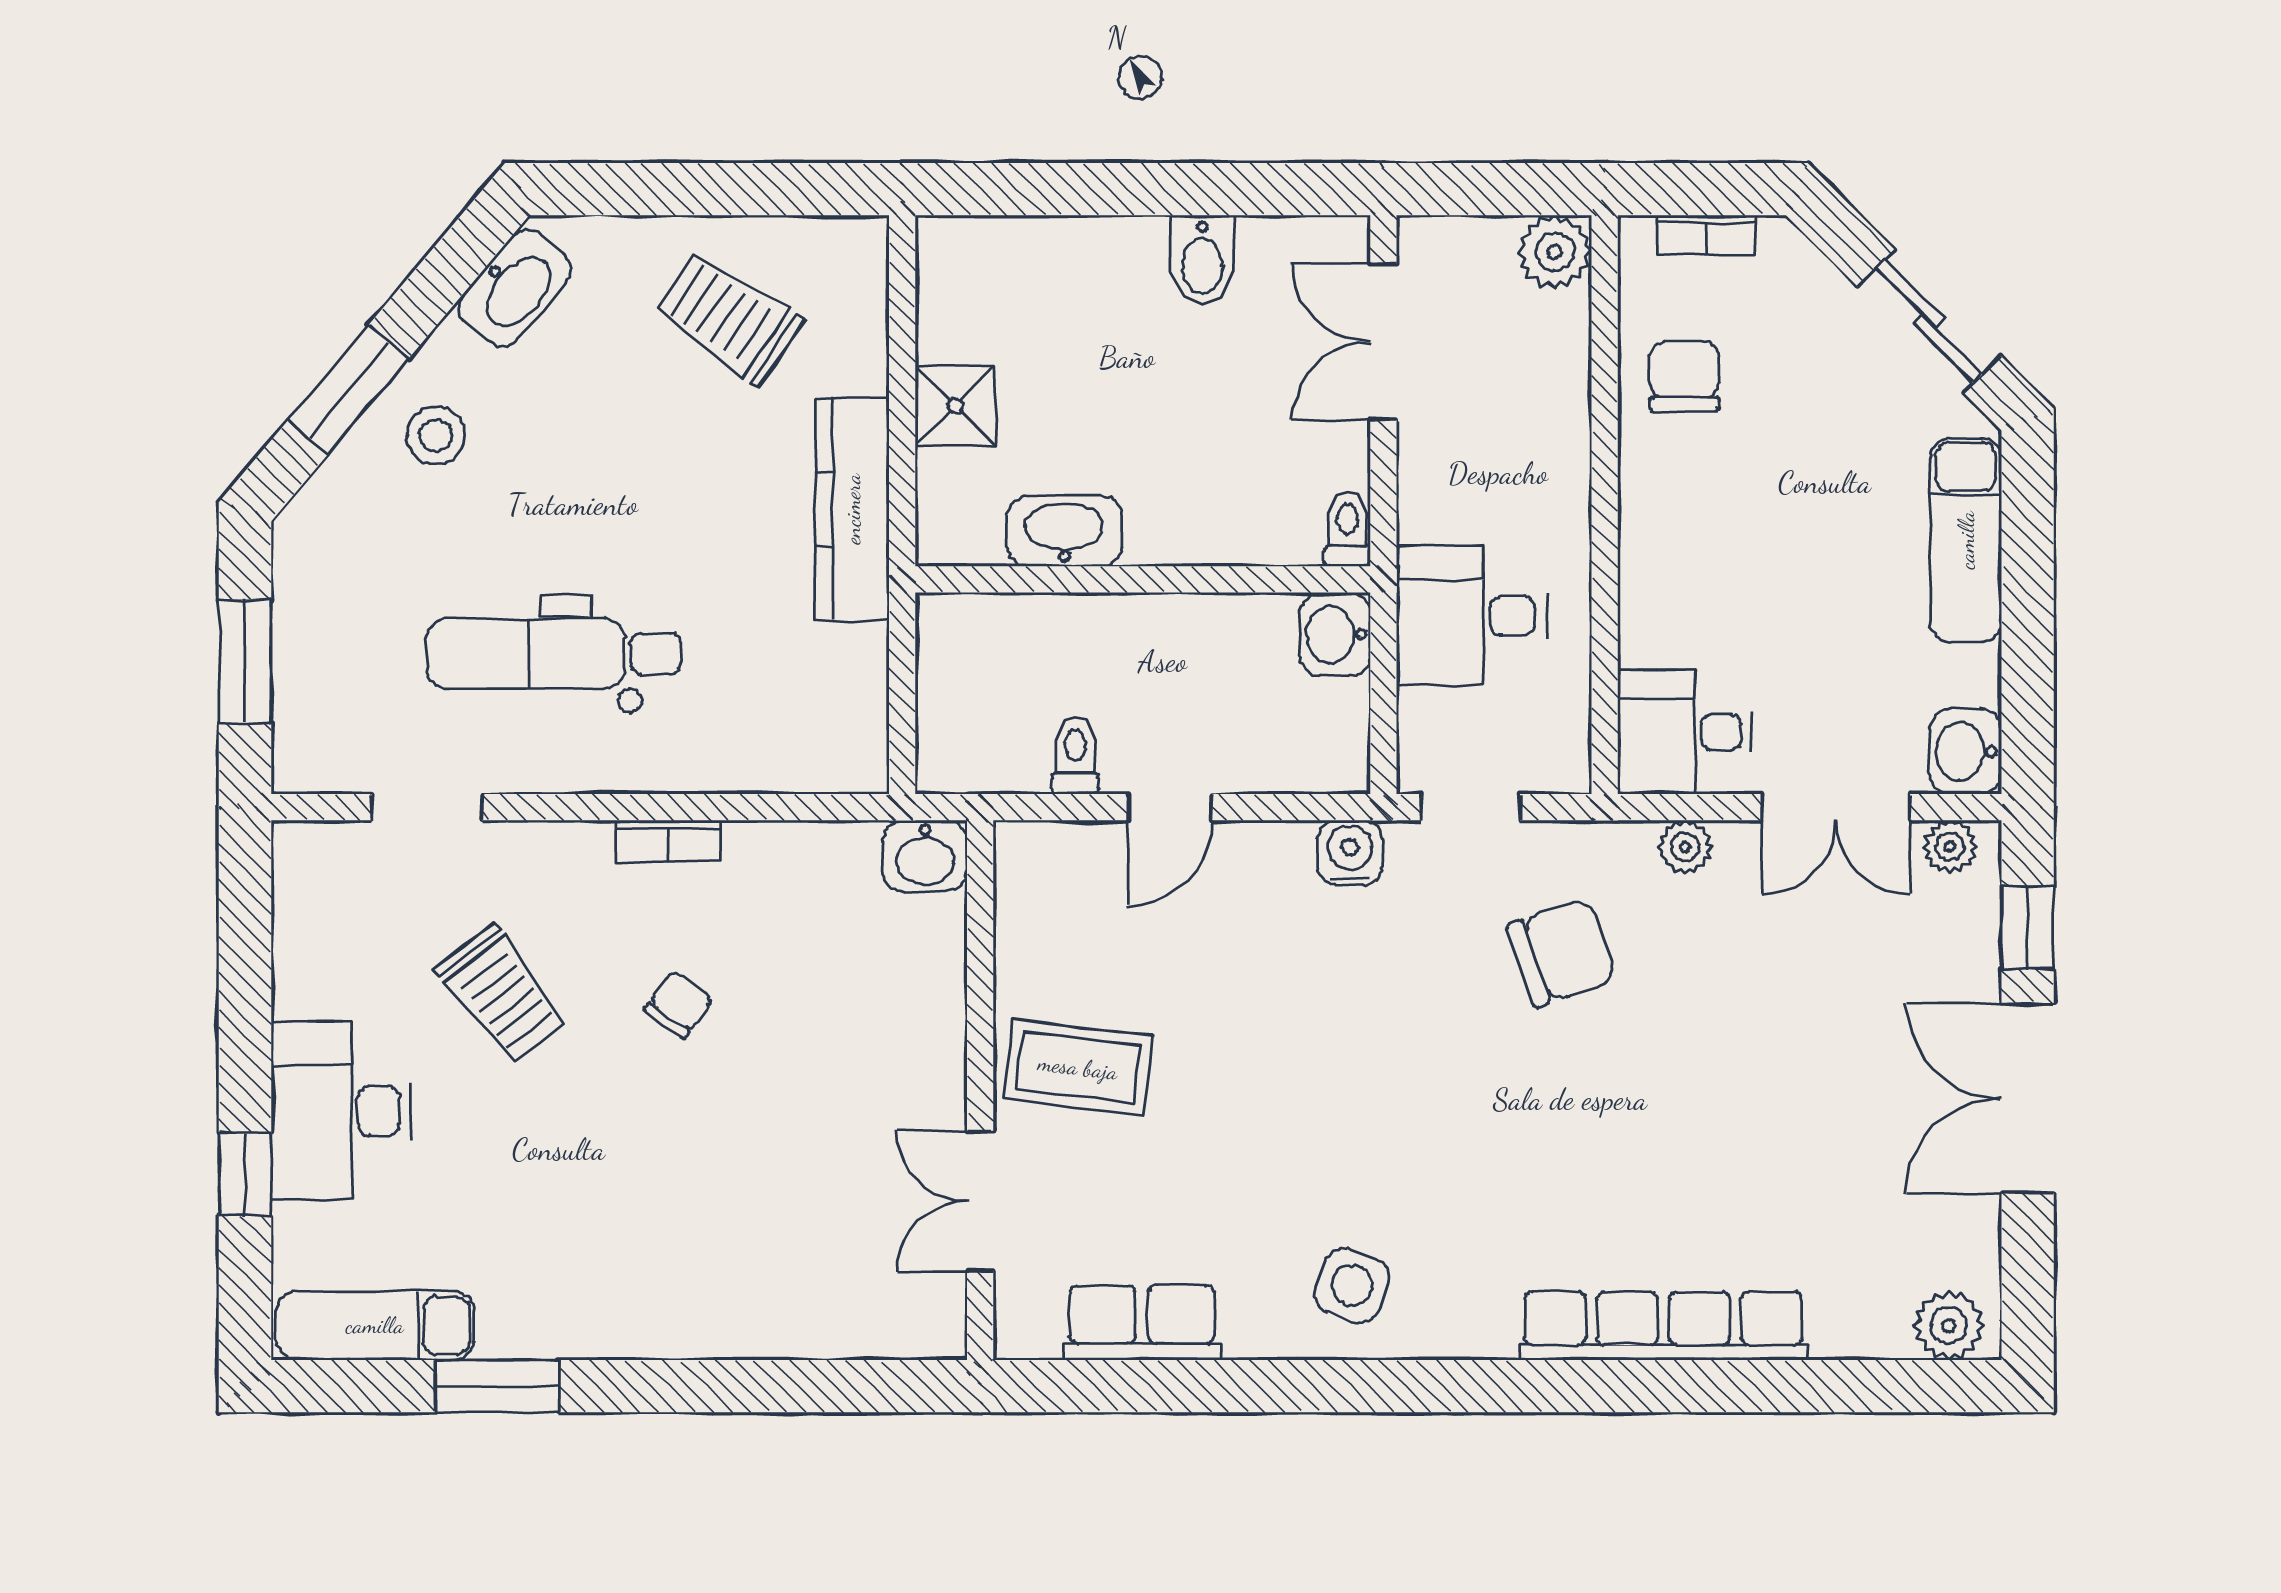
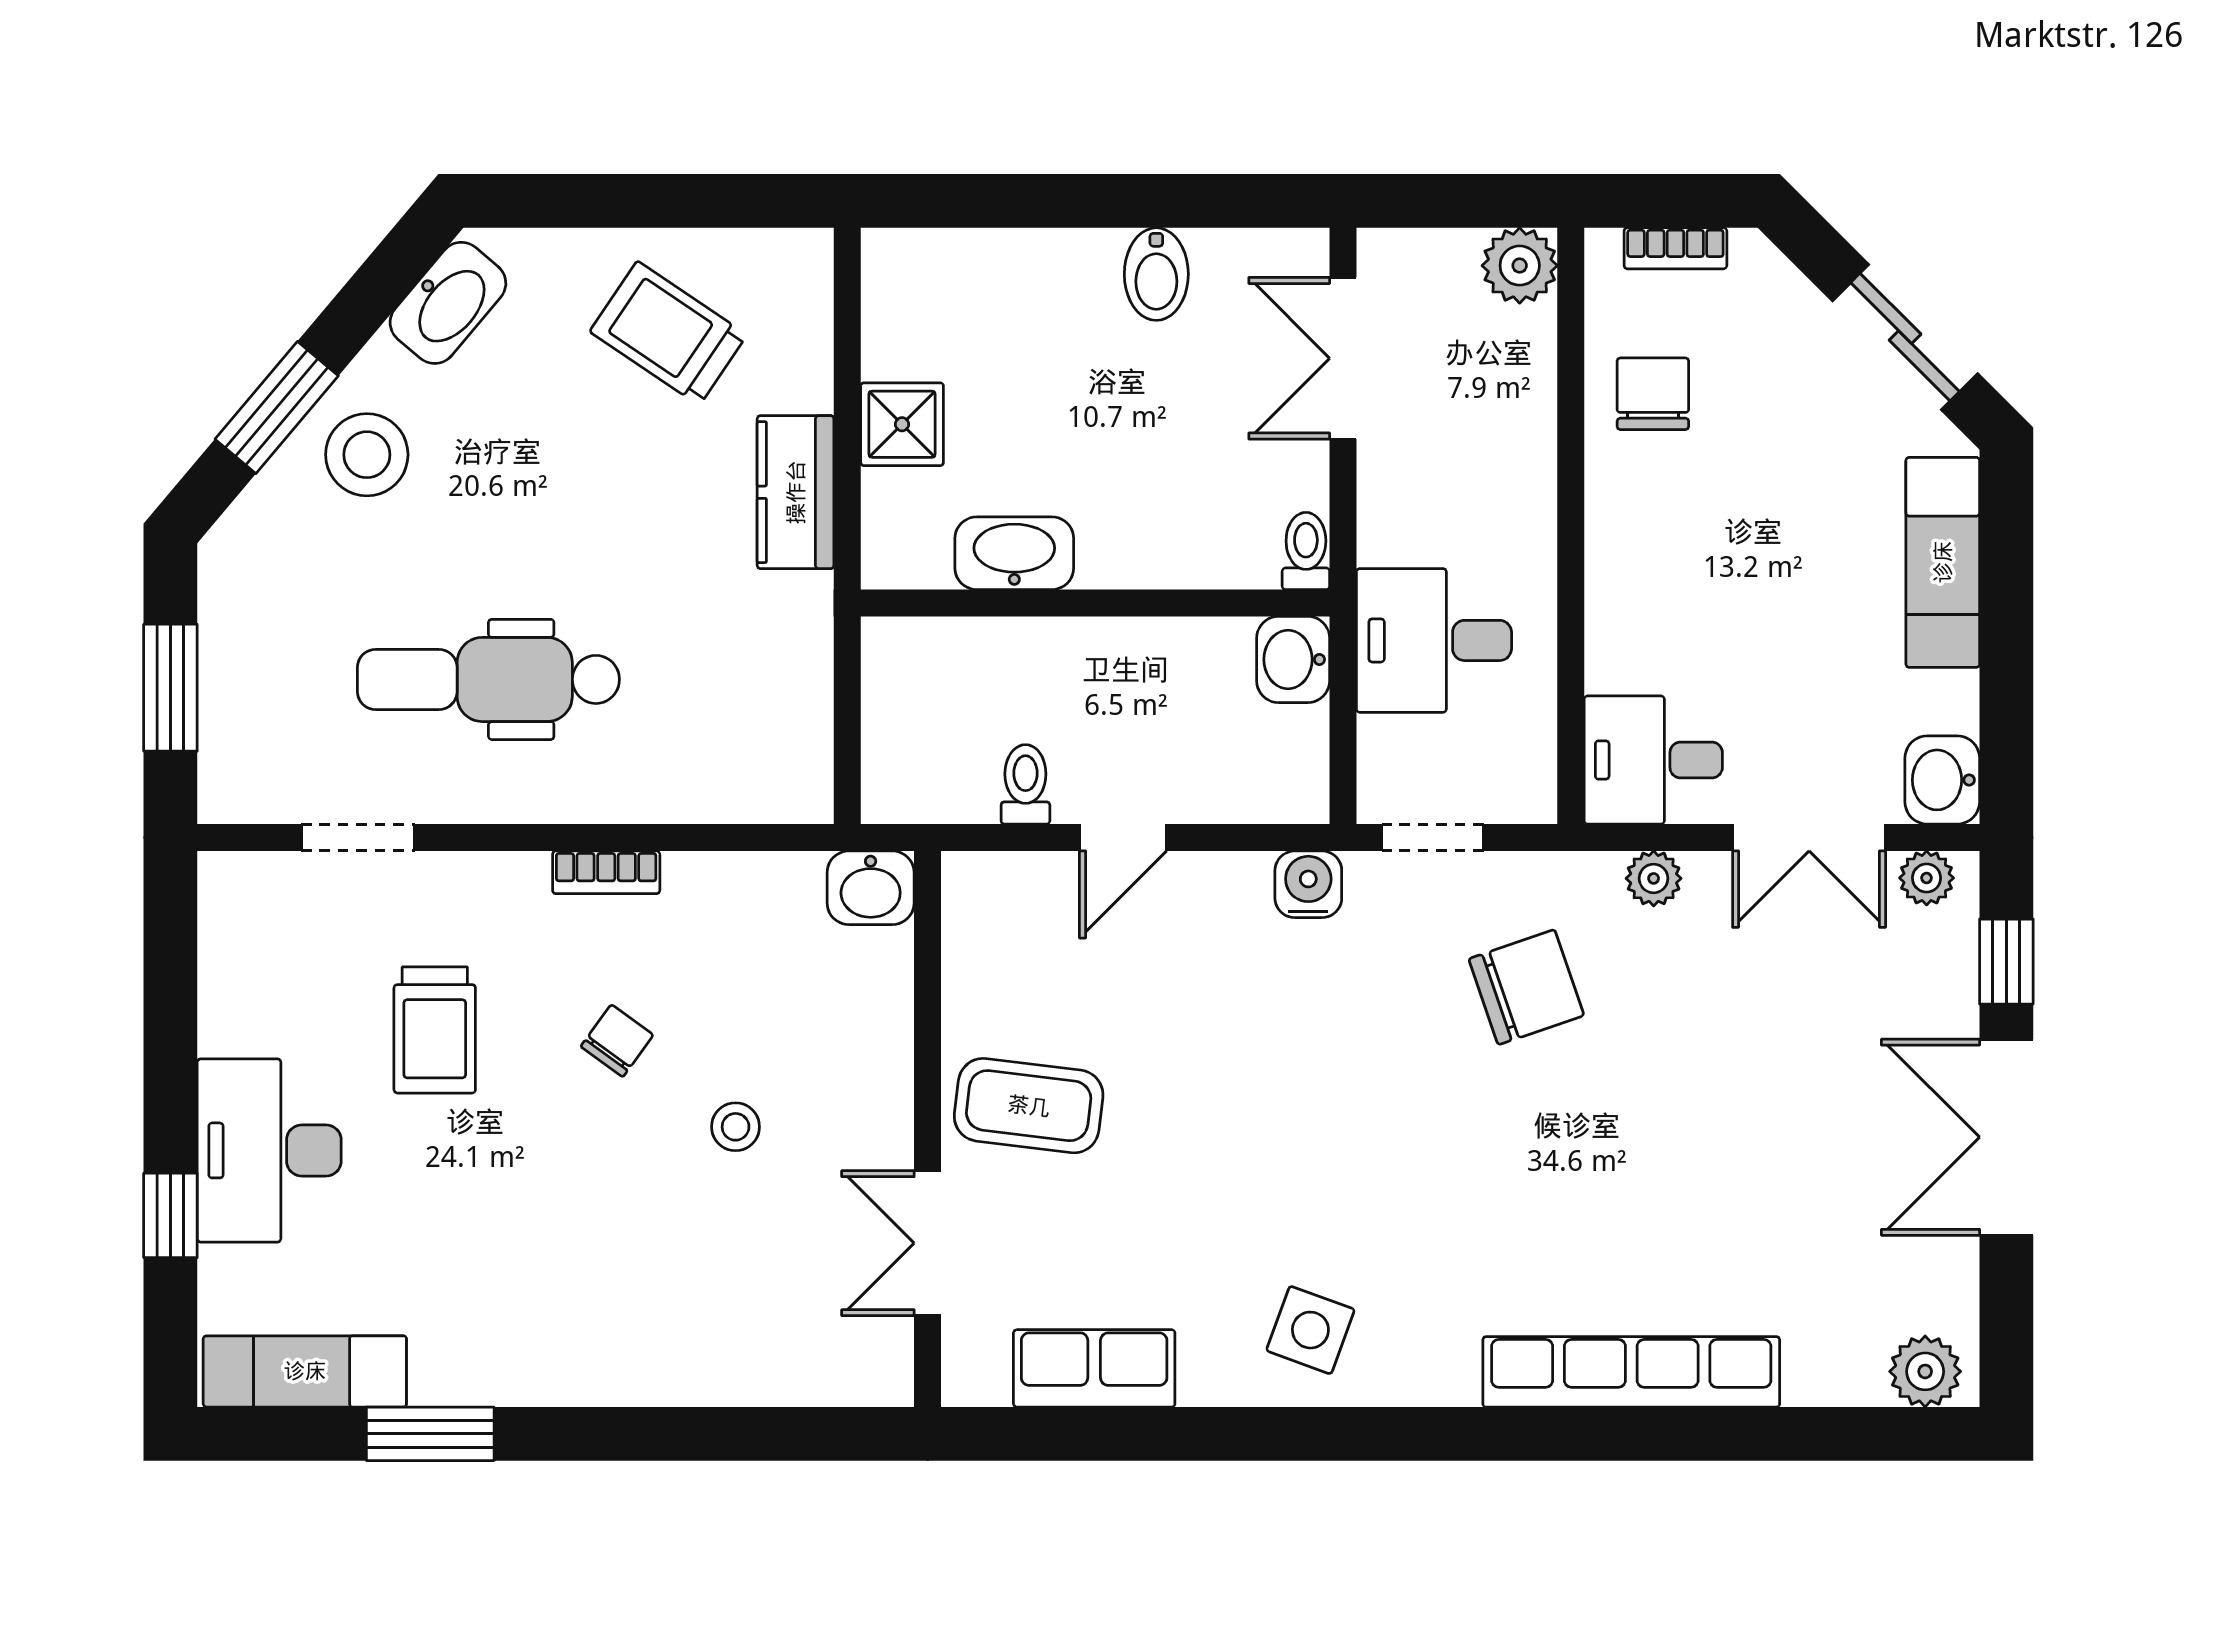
stool: (436, 435) -> (367, 455), width x1.38, depth x1.38
kitchen counter: (852, 509) -> (796, 492), width x0.67
trolley: (502, 994) -> (435, 1030), turned 38
stool: (794, 1088) -> (736, 1127), added

